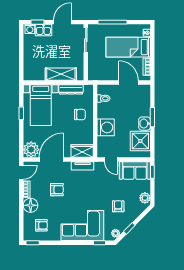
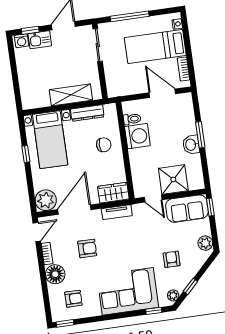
washing machine: (106, 127) -> (137, 136), moved
shower: (140, 141) -> (173, 180), moved

